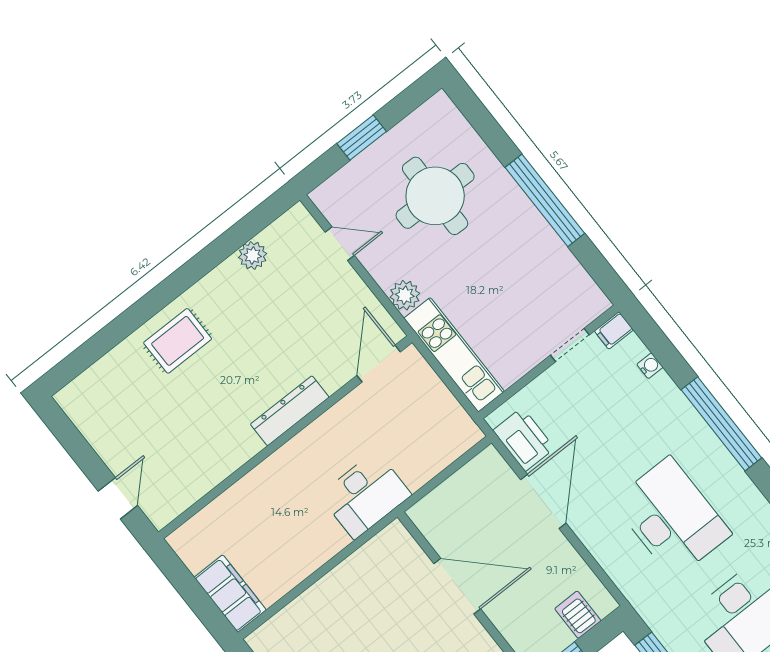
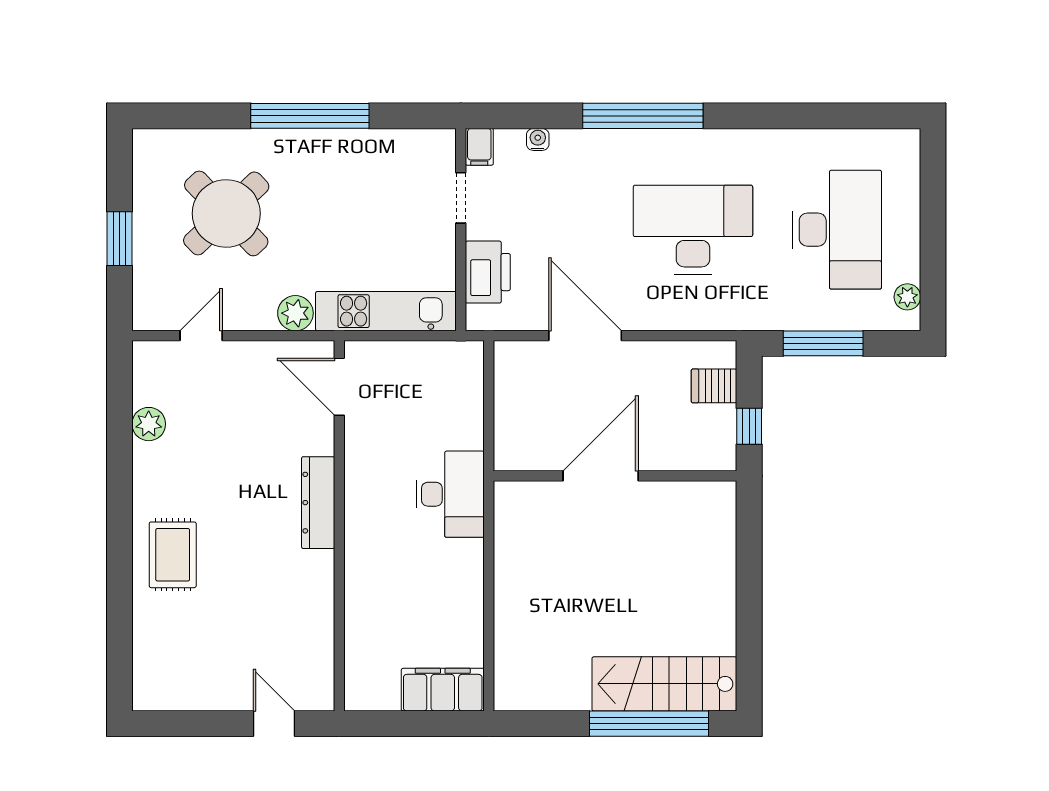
round table: (435, 196) -> (226, 213), turned 45
printer: (524, 439) -> (488, 272), moved, turned 90

